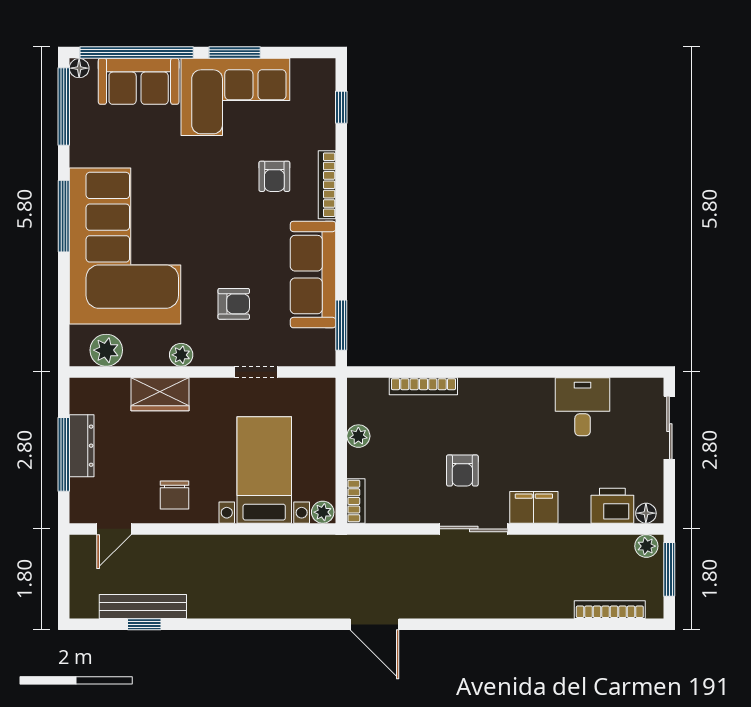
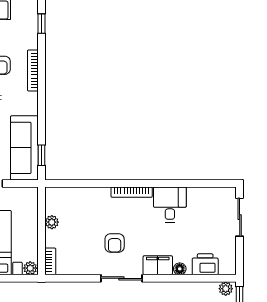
sofa: (313, 275) -> (24, 148), moved
window: (341, 325) -> (41, 155), width x0.67
bookcase: (423, 386) -> (132, 192), moved
desk: (583, 407) -> (170, 205), moved
floor lamp: (646, 513) -> (180, 269), moved

